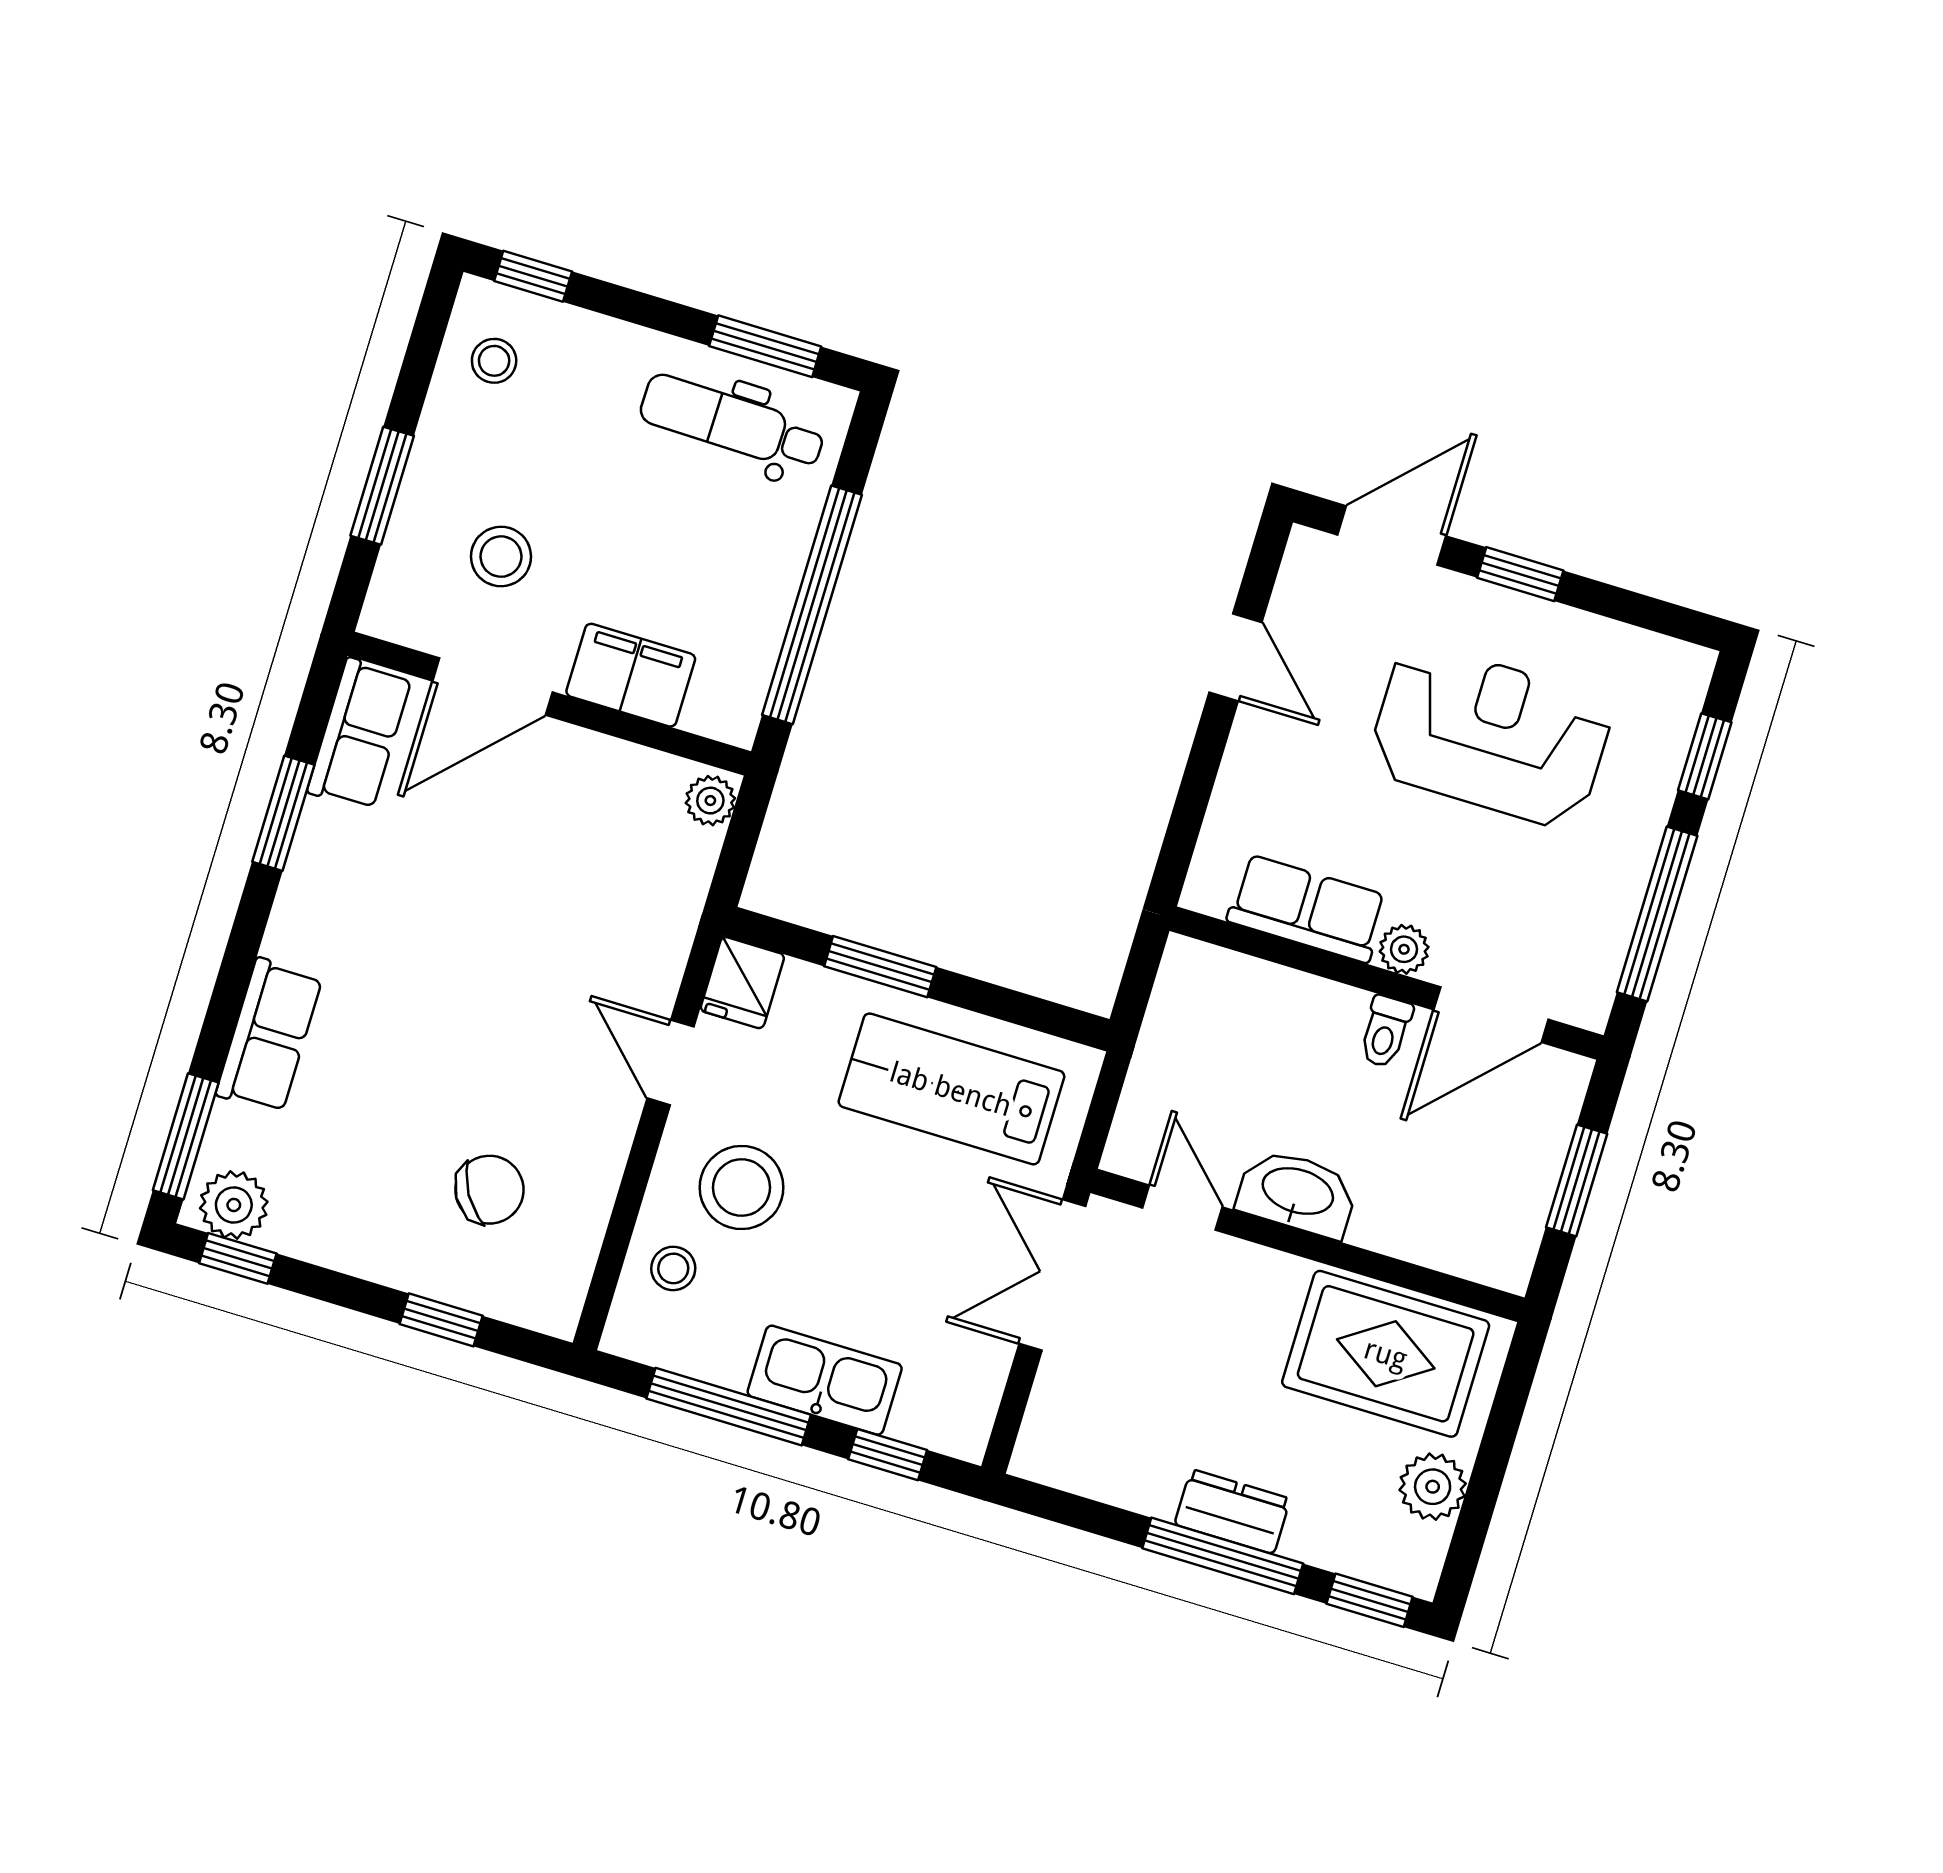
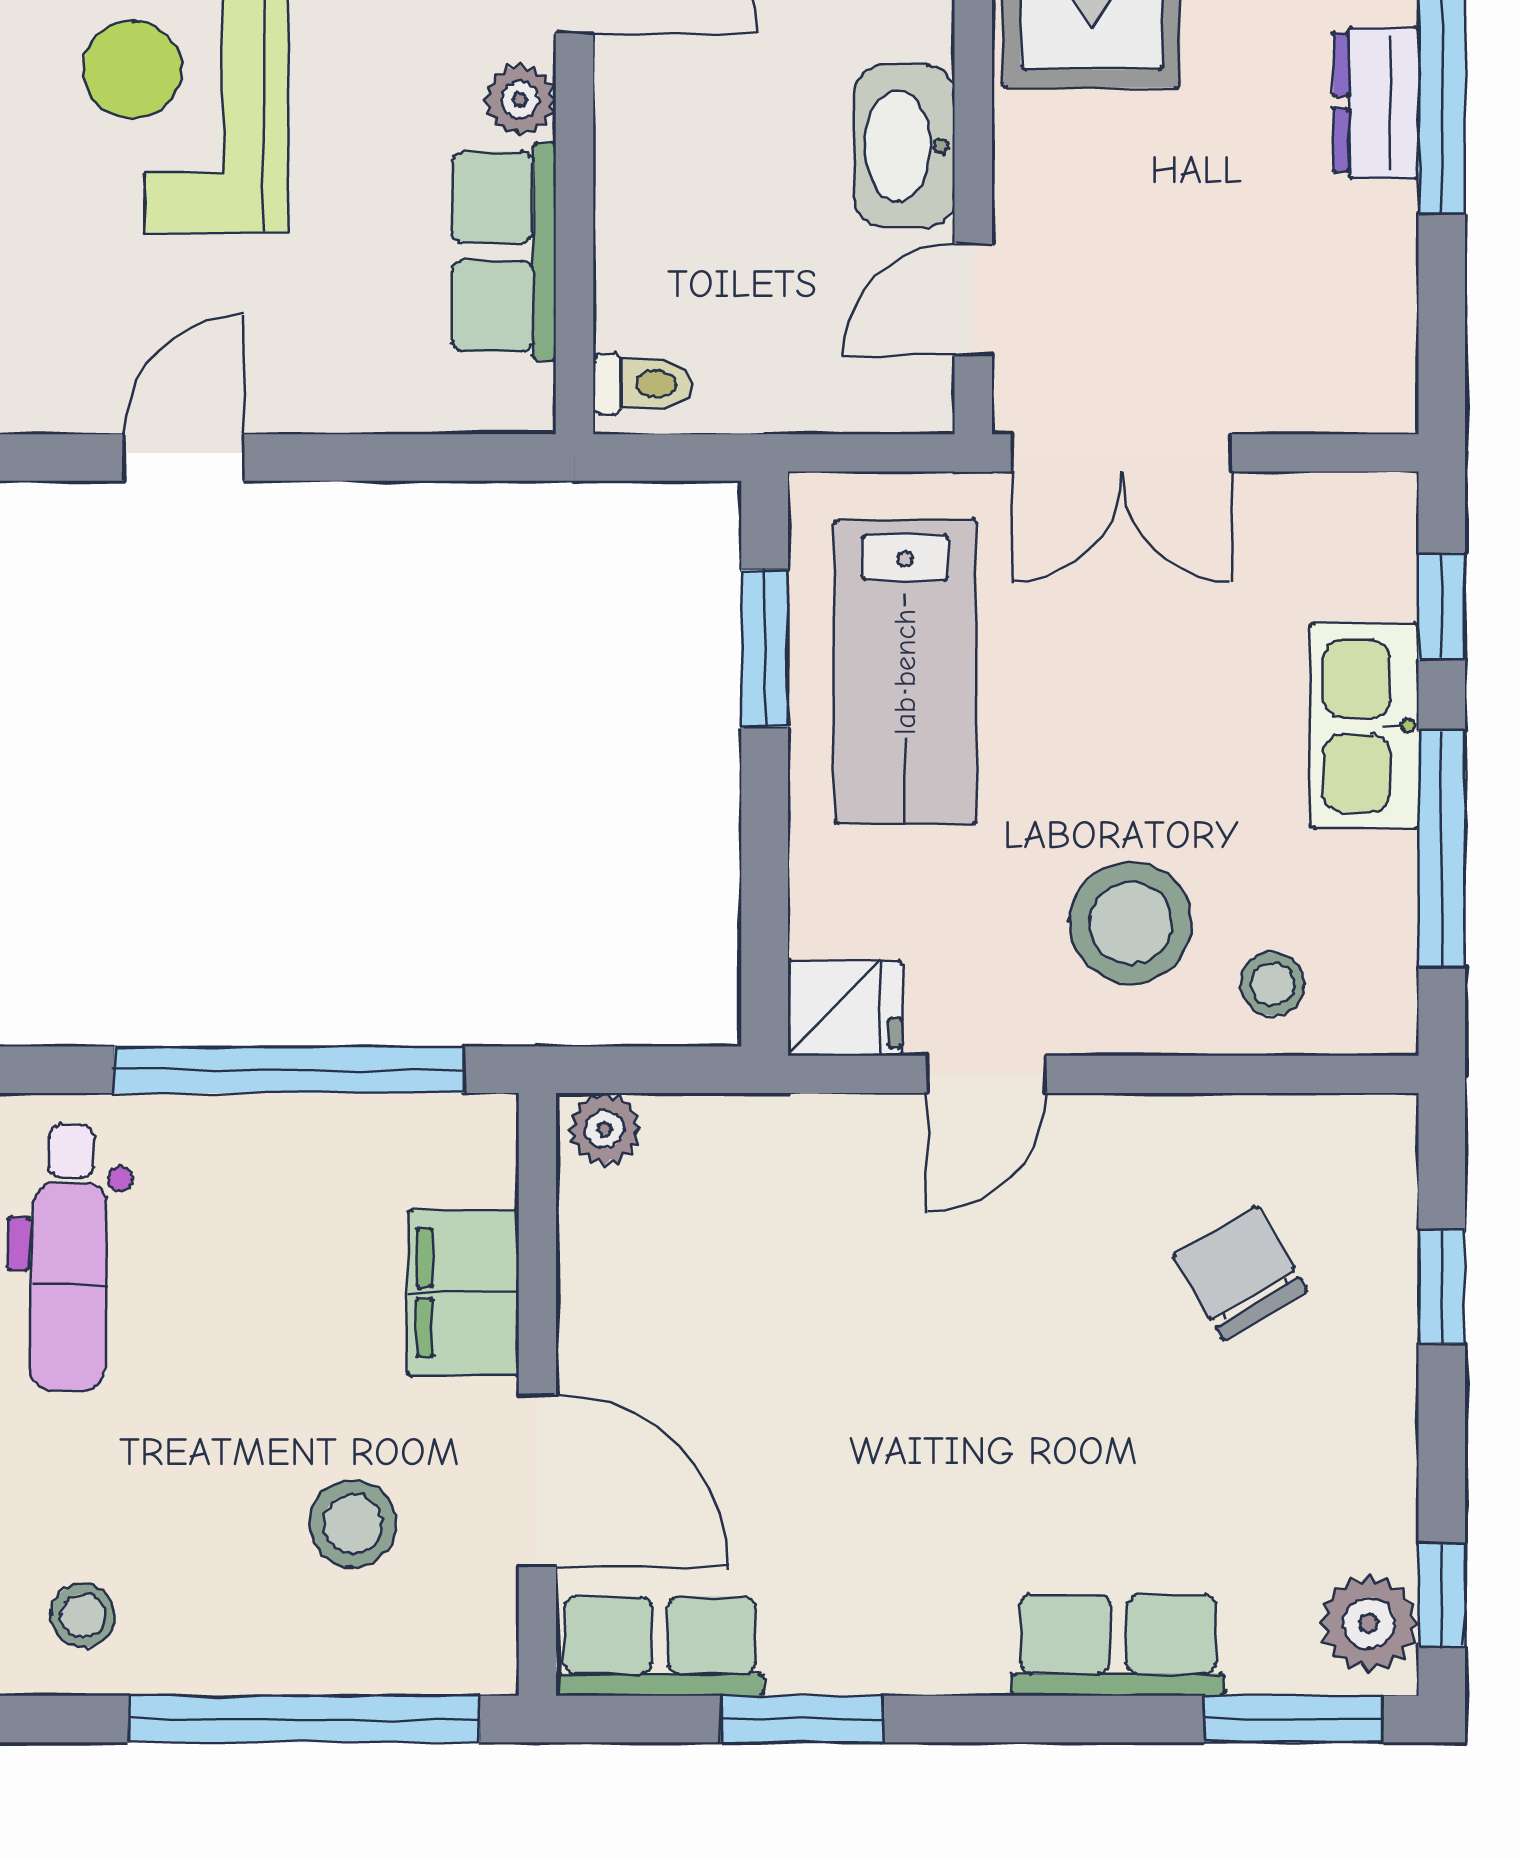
window: (382, 486) -> (304, 1719), width x2.11
window: (880, 967) -> (765, 648), moved
toilet: (1385, 1032) -> (643, 384), moved

